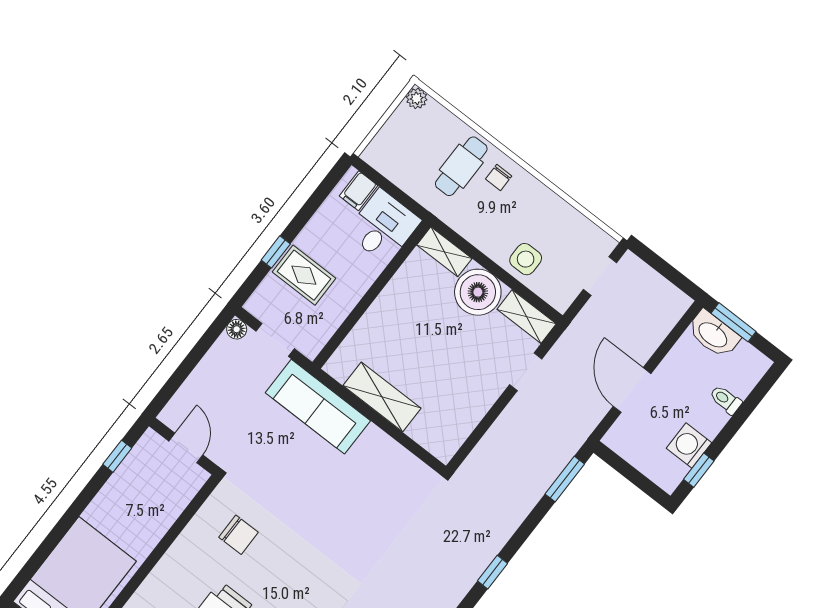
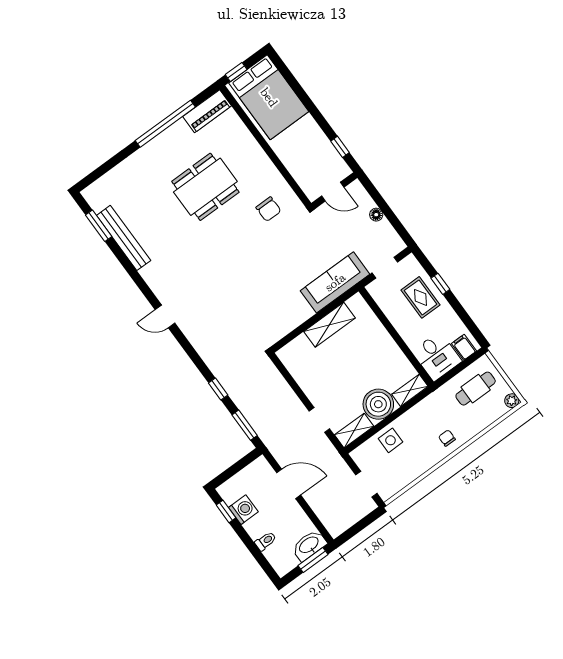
cafe table: (461, 166) -> (476, 389), moved, turned 90
rug: (304, 275) -> (421, 297), turned 90
floor lamp: (237, 329) -> (376, 215), moved
chair: (238, 535) -> (268, 209), turned -90
window: (493, 572) -> (218, 389), moved

